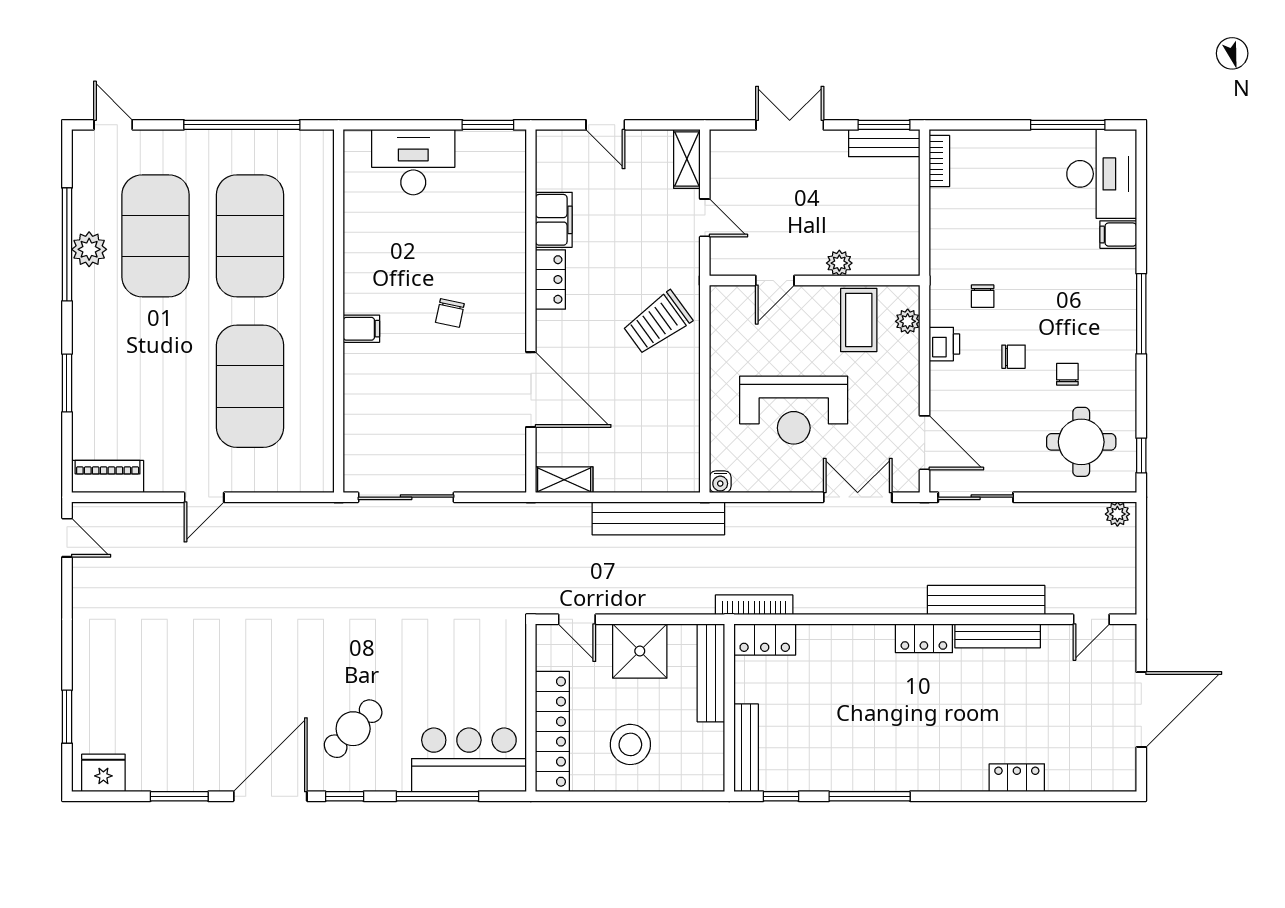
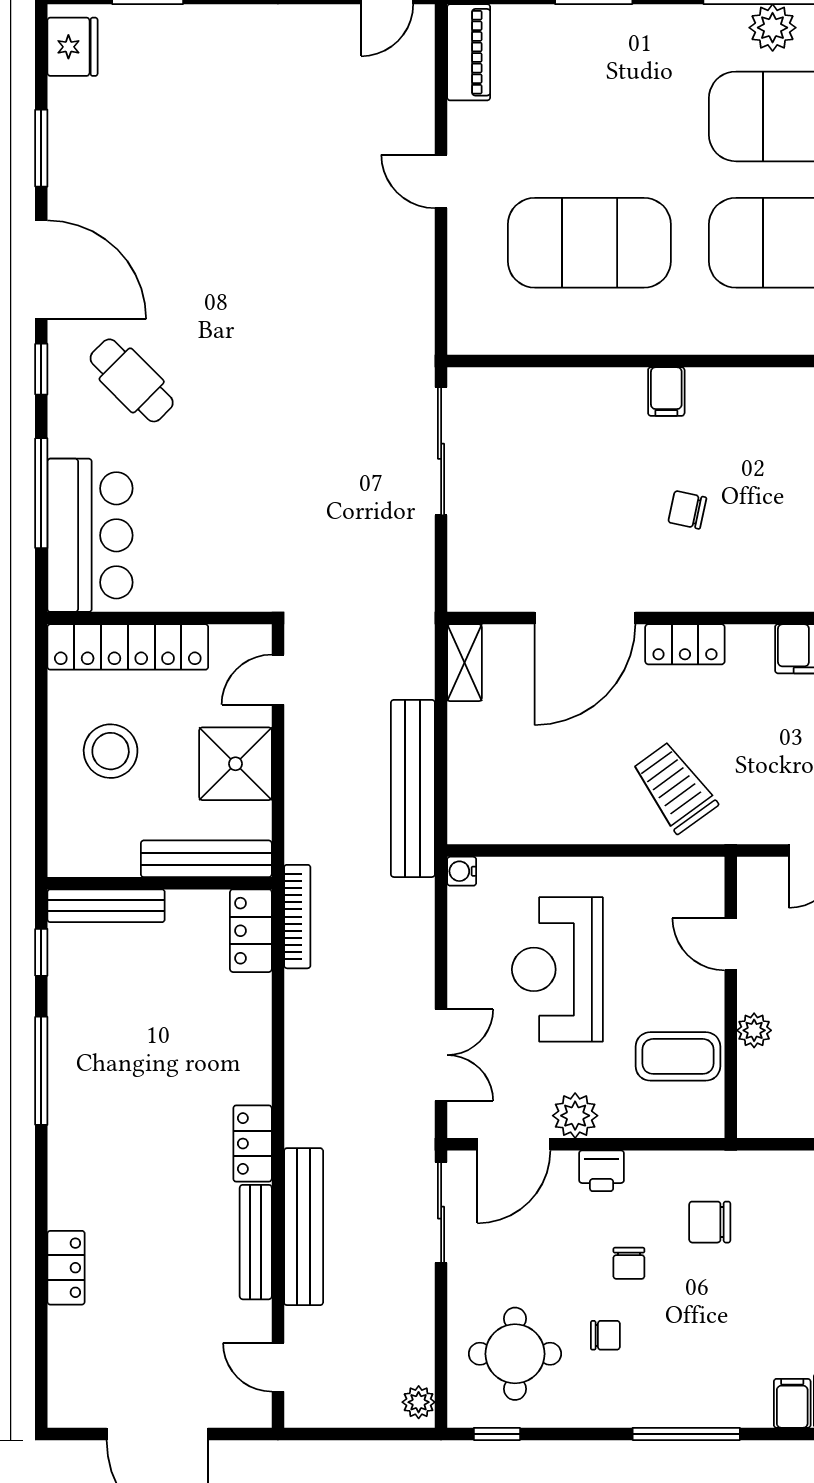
locker: (550, 279) -> (685, 644), moved
chair: (983, 296) -> (710, 1222), width x1.37, depth x1.37
plant: (908, 321) -> (575, 1116), moved, width x1.38, depth x1.38
printer: (944, 344) -> (602, 1171), moved

